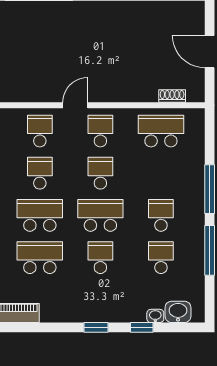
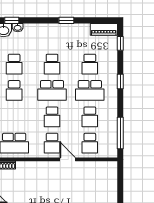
door: (75, 105) -> (68, 159), swing flipped
school desk: (40, 258) -> (90, 64), width x0.54
window: (96, 327) -> (66, 20), moved
window: (142, 327) -> (12, 20), moved

